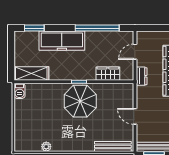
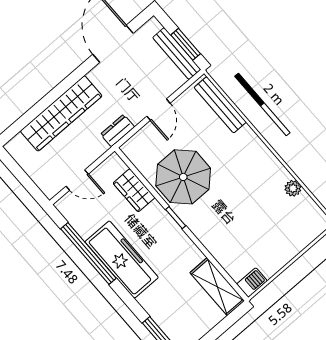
freezer: (62, 41) -> (122, 260), moved
dresser: (142, 76) -> (118, 131), moved
parasol: (80, 101) -> (183, 177), moved

